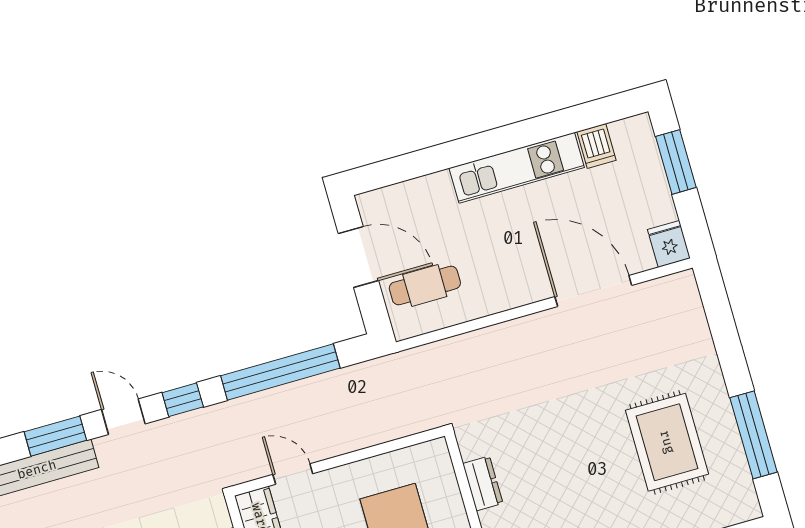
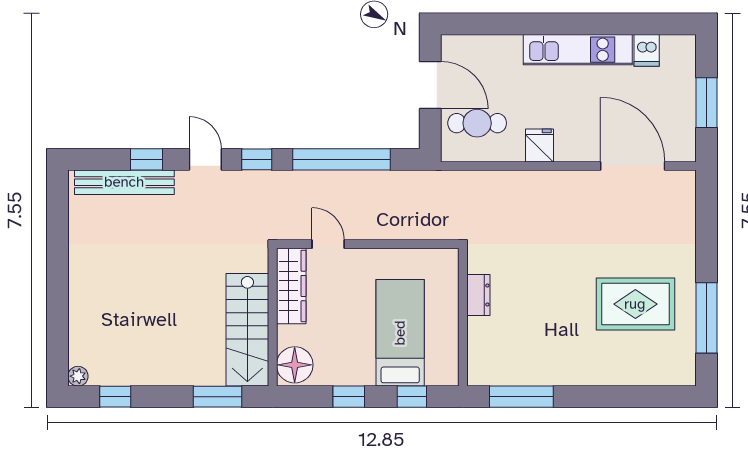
window: (676, 162) -> (707, 103), moved
fridge: (669, 244) -> (540, 145), moved
door: (593, 291) -> (633, 166), moved
window: (55, 436) -> (146, 159), width x0.67
rug: (667, 442) -> (635, 304), turned 90

